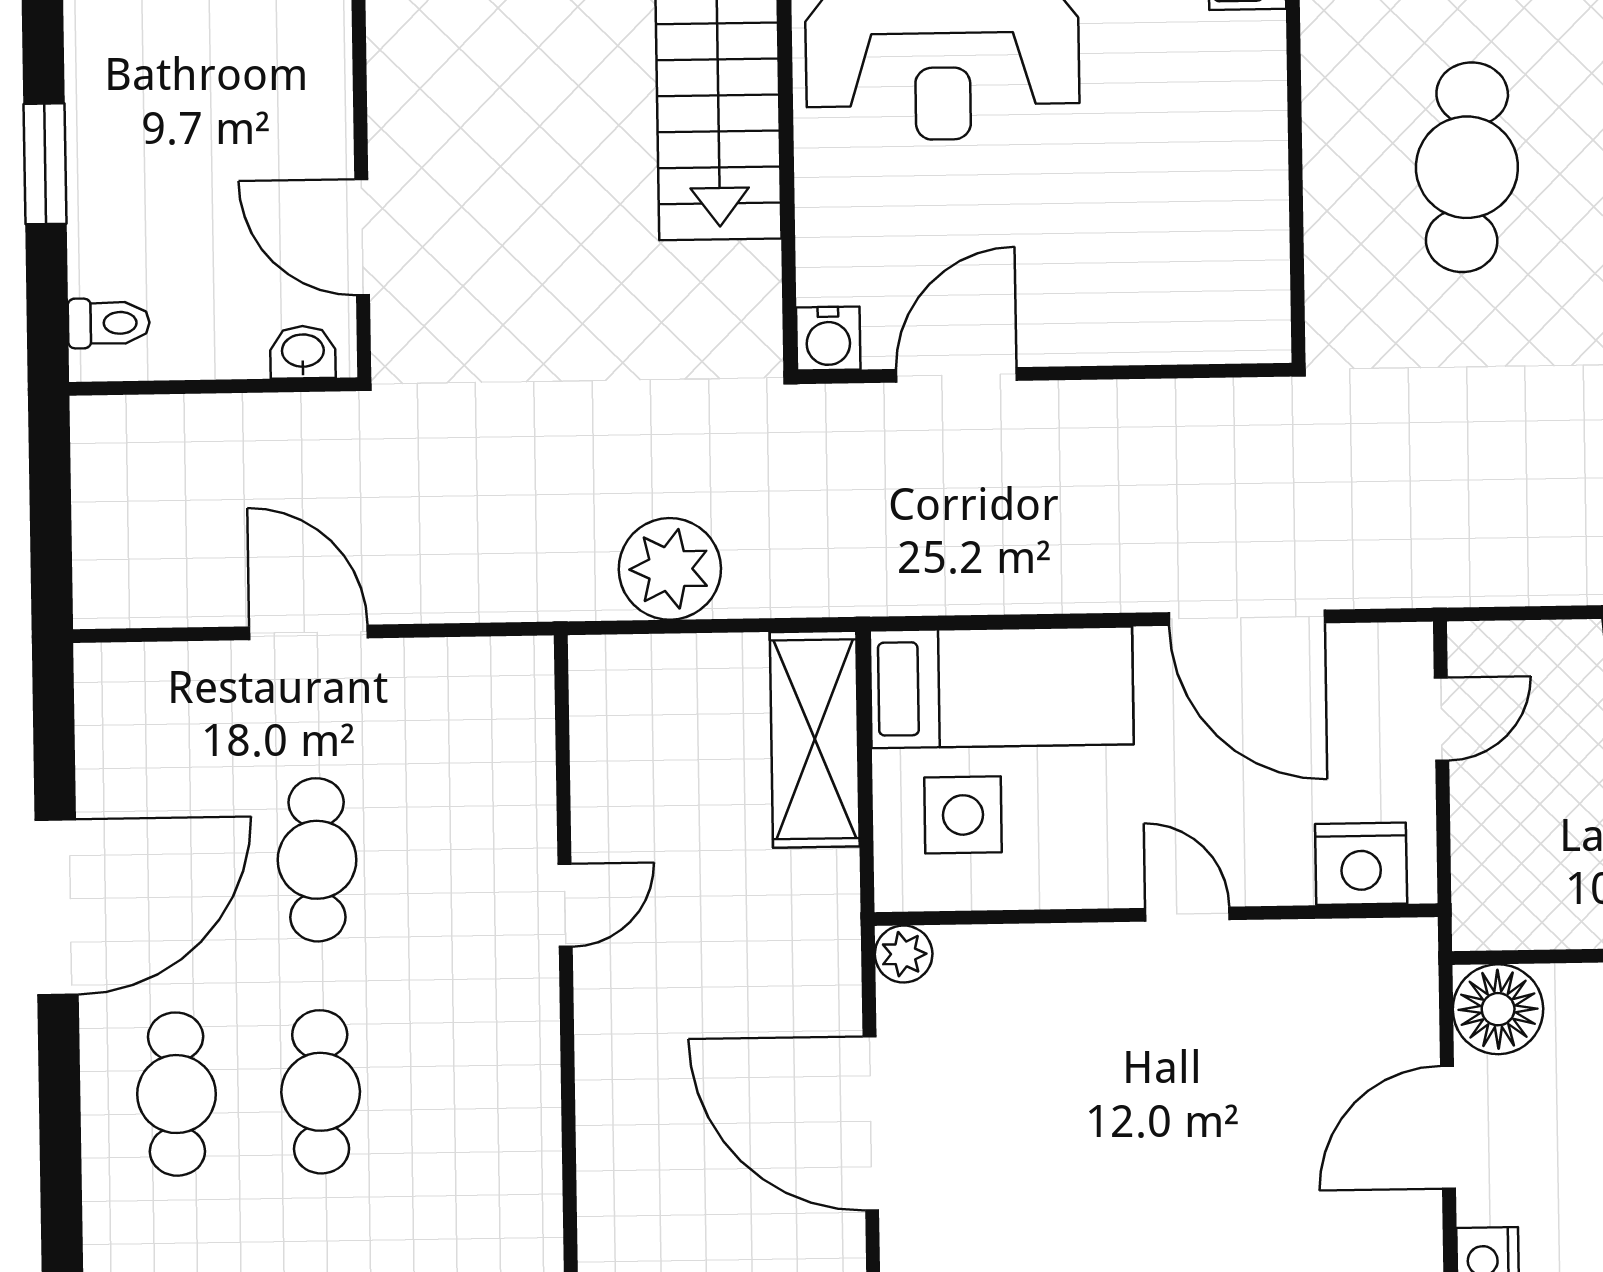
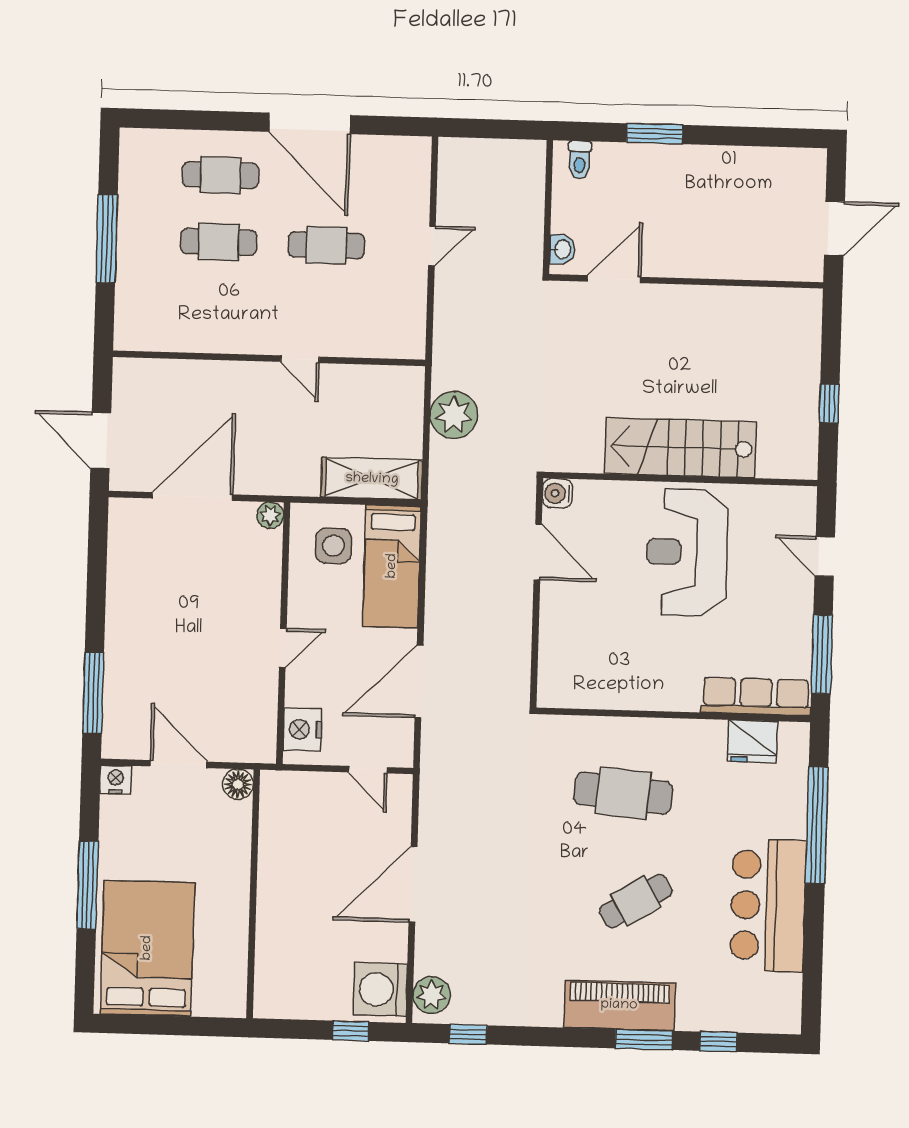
door: (308, 632) -> (432, 246), width x0.73
floor lamp: (1498, 1009) -> (238, 784), width x0.73, depth x0.73

